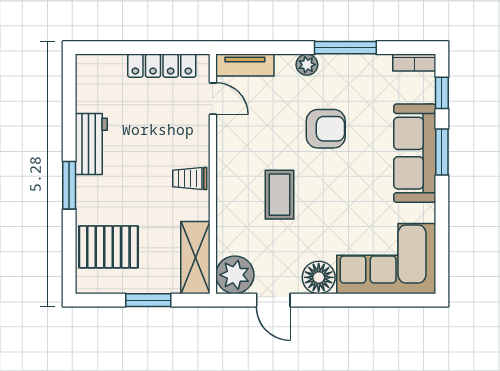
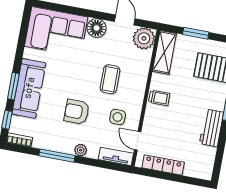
side table: (255, 133) -> (118, 117), added

